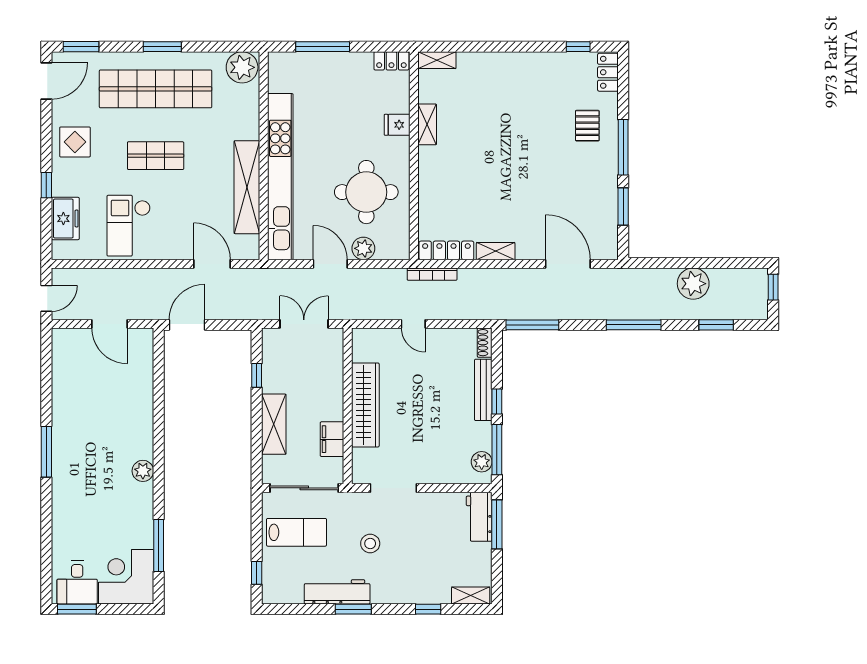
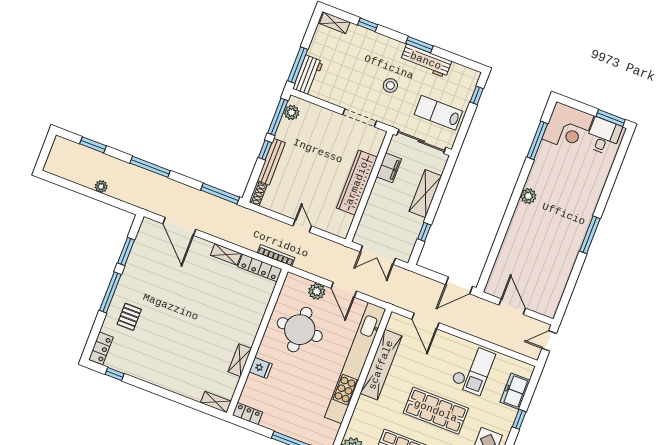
shop shelf: (156, 156) -> (436, 411), width x1.43, depth x1.36
plant: (693, 284) -> (101, 187), width x0.53, depth x0.53
window: (773, 287) -> (44, 156), removed

